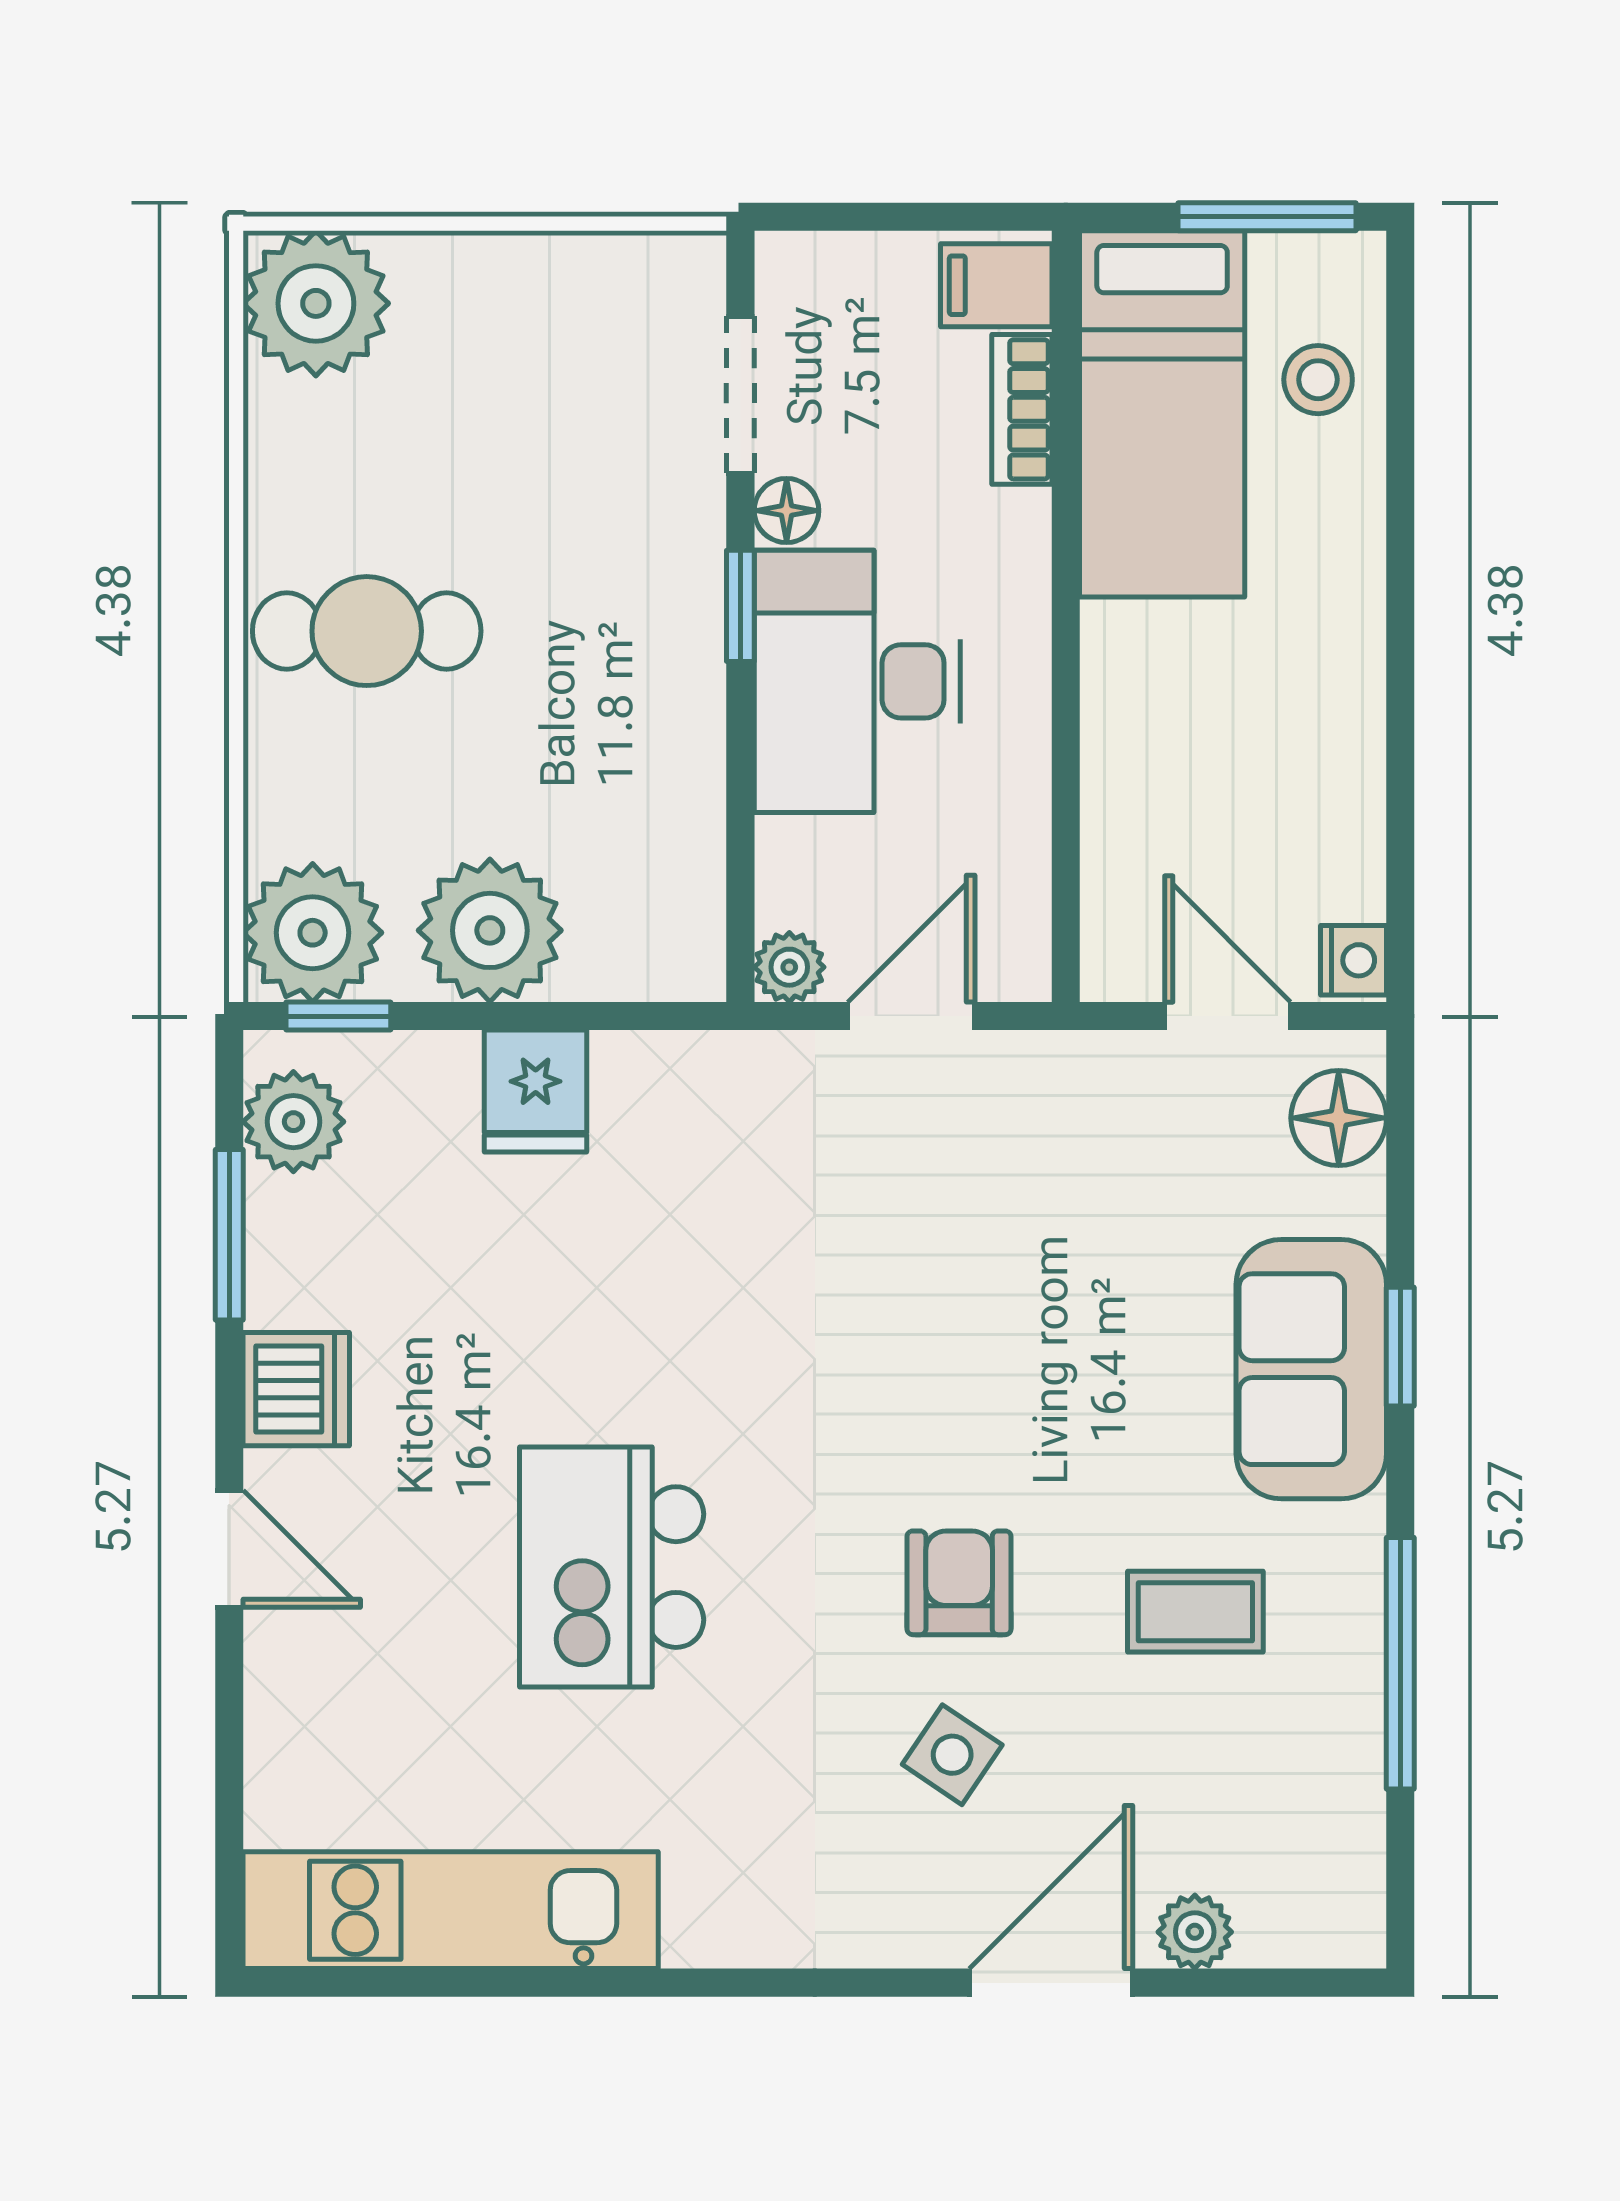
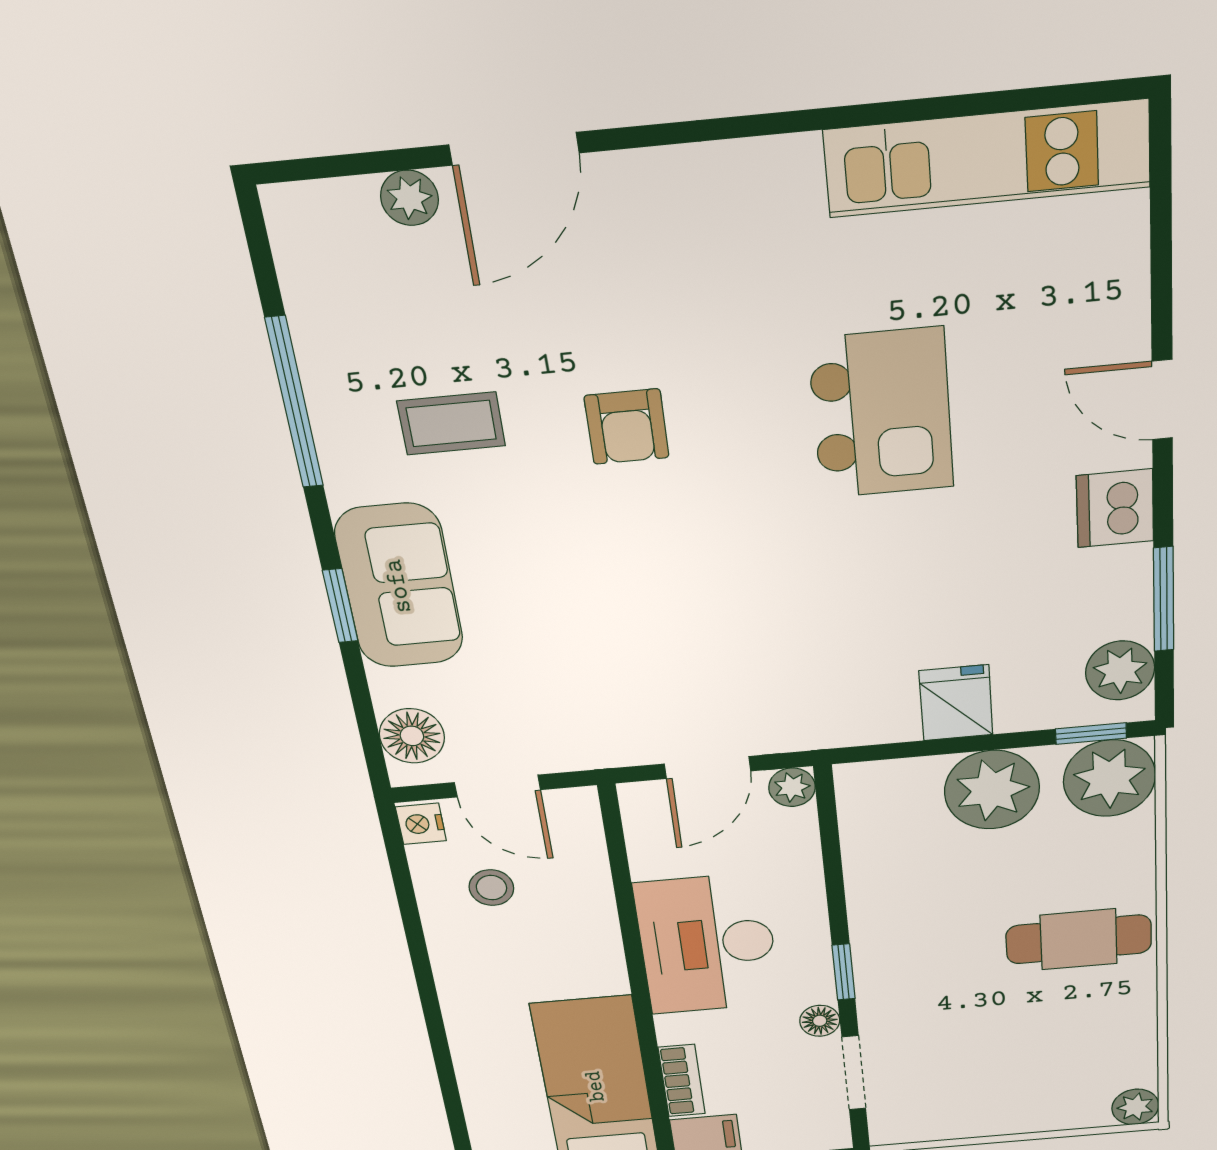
plant: (316, 303) -> (1135, 1107), width x0.53, depth x0.53
stool: (1318, 380) -> (491, 888), moved
desk: (857, 681) -> (707, 944), moved, turned 180
side table: (952, 1755) -> (615, 309), removed

